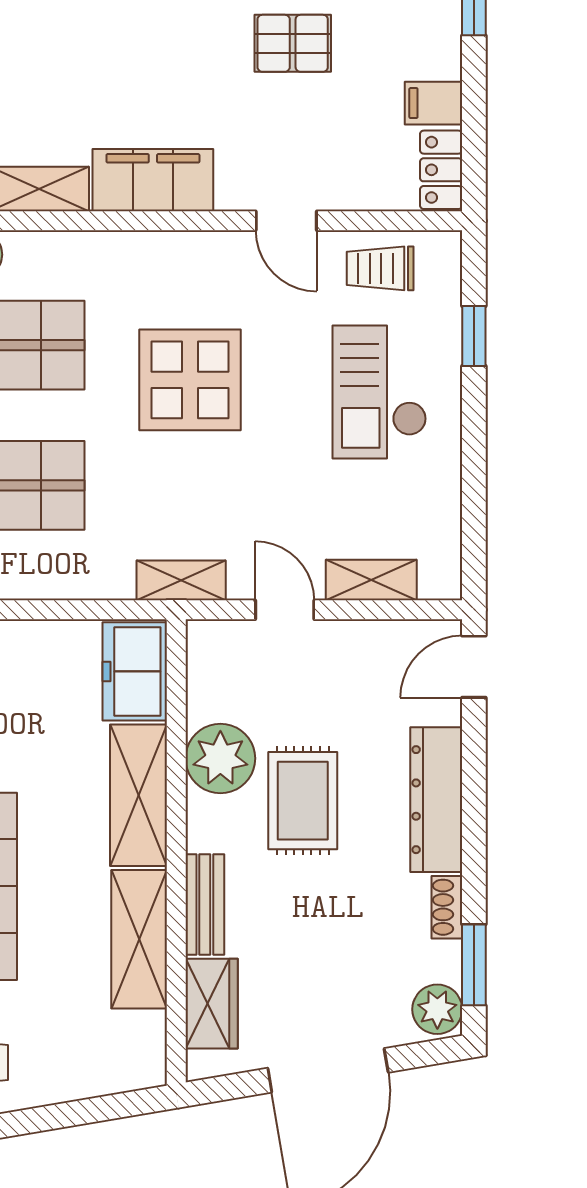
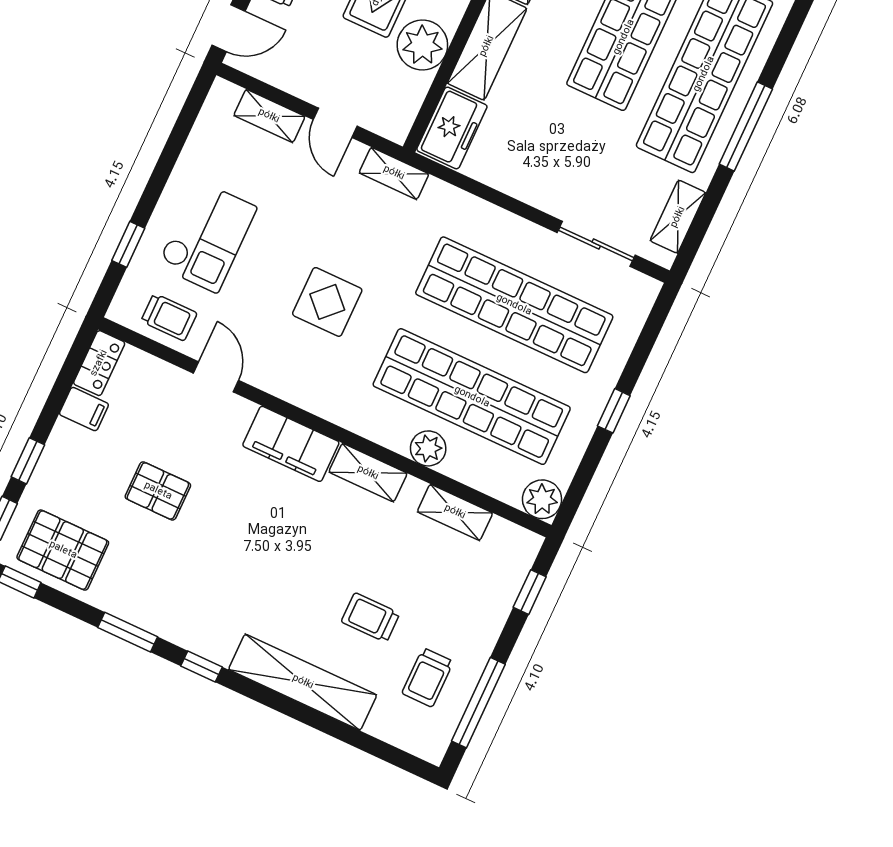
display table: (190, 380) -> (327, 302), width x0.73, depth x0.73

